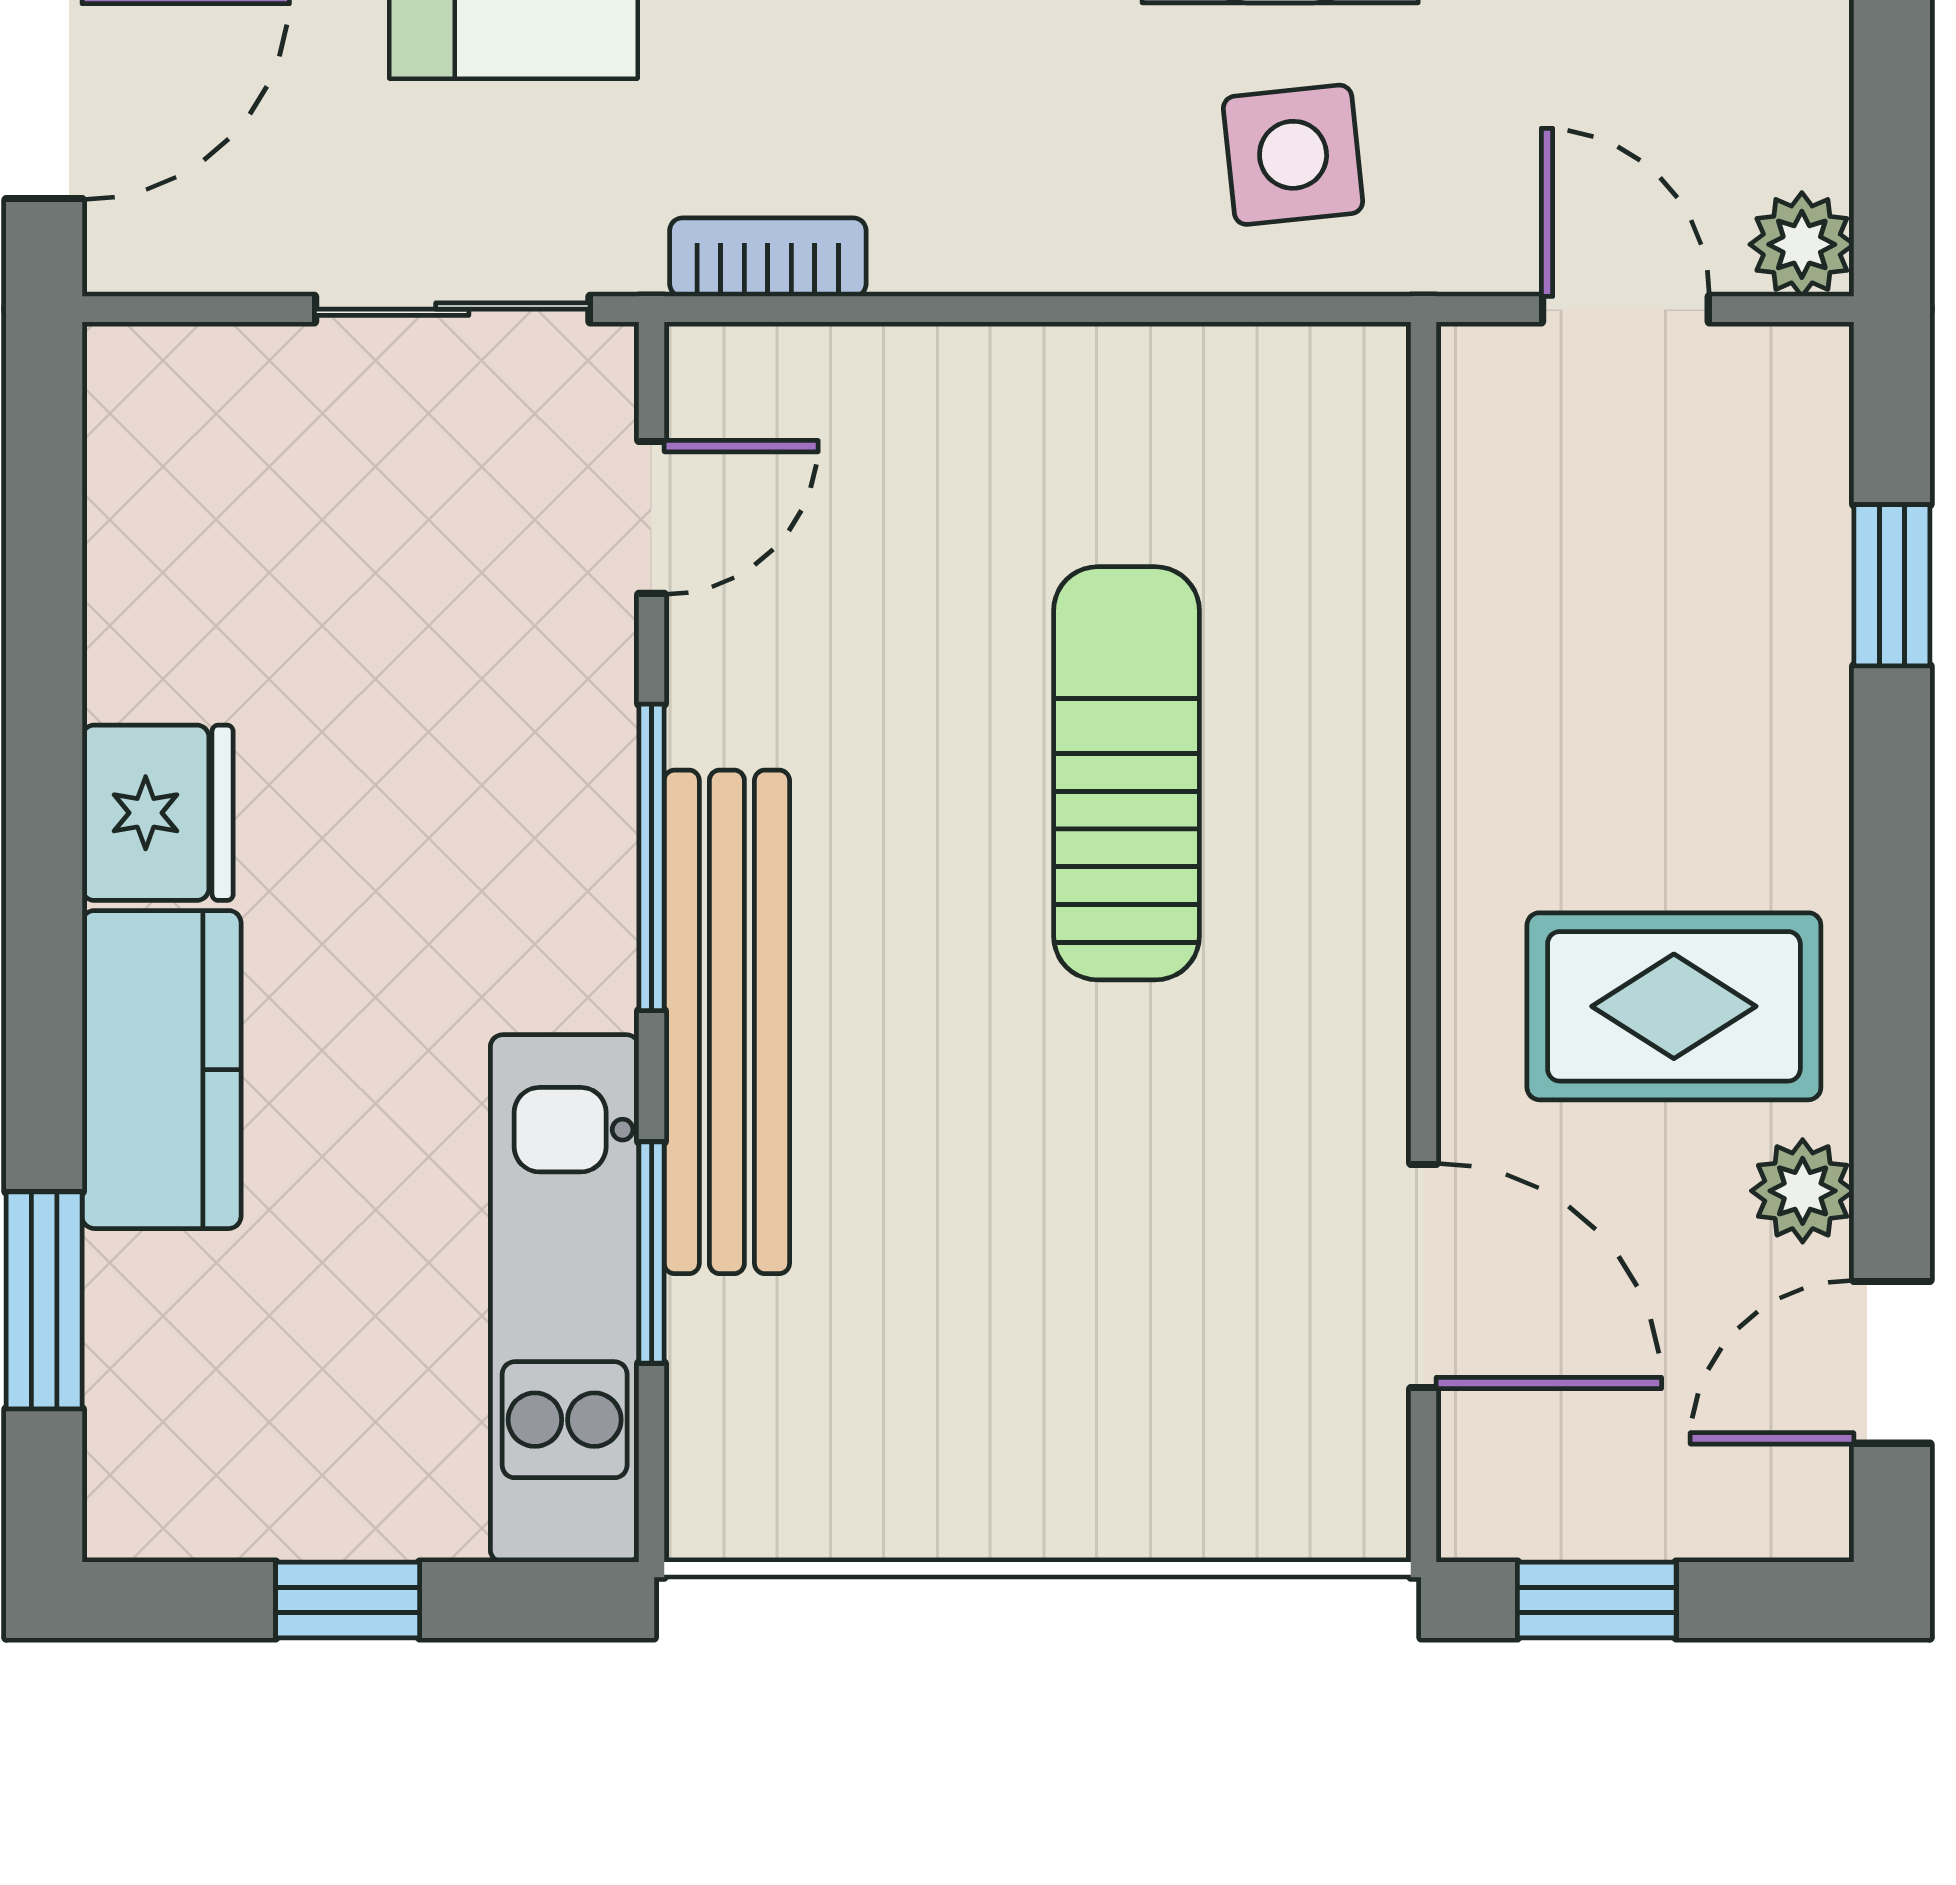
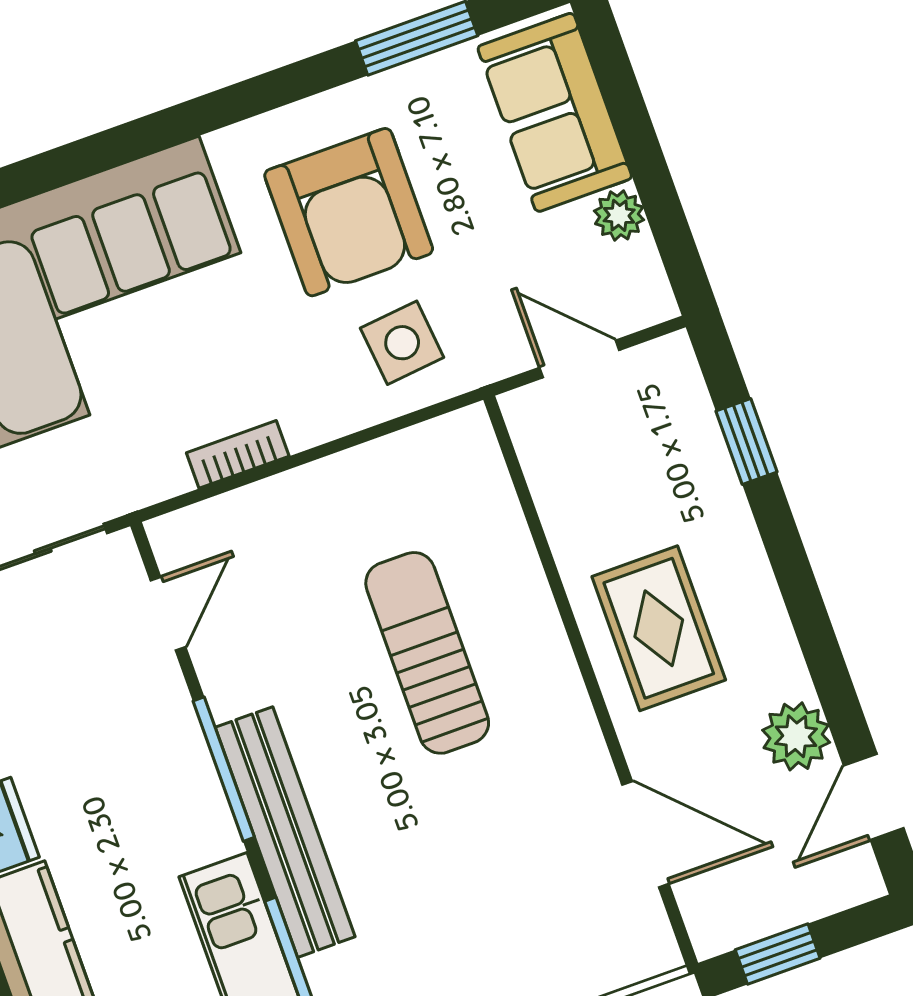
plant: (1802, 244) -> (619, 215), moved
bookcase: (768, 257) -> (238, 454), moved
rug: (1674, 1006) -> (659, 628), moved, turned 90
plant: (1803, 1191) -> (796, 736), width x1.38, depth x1.38

